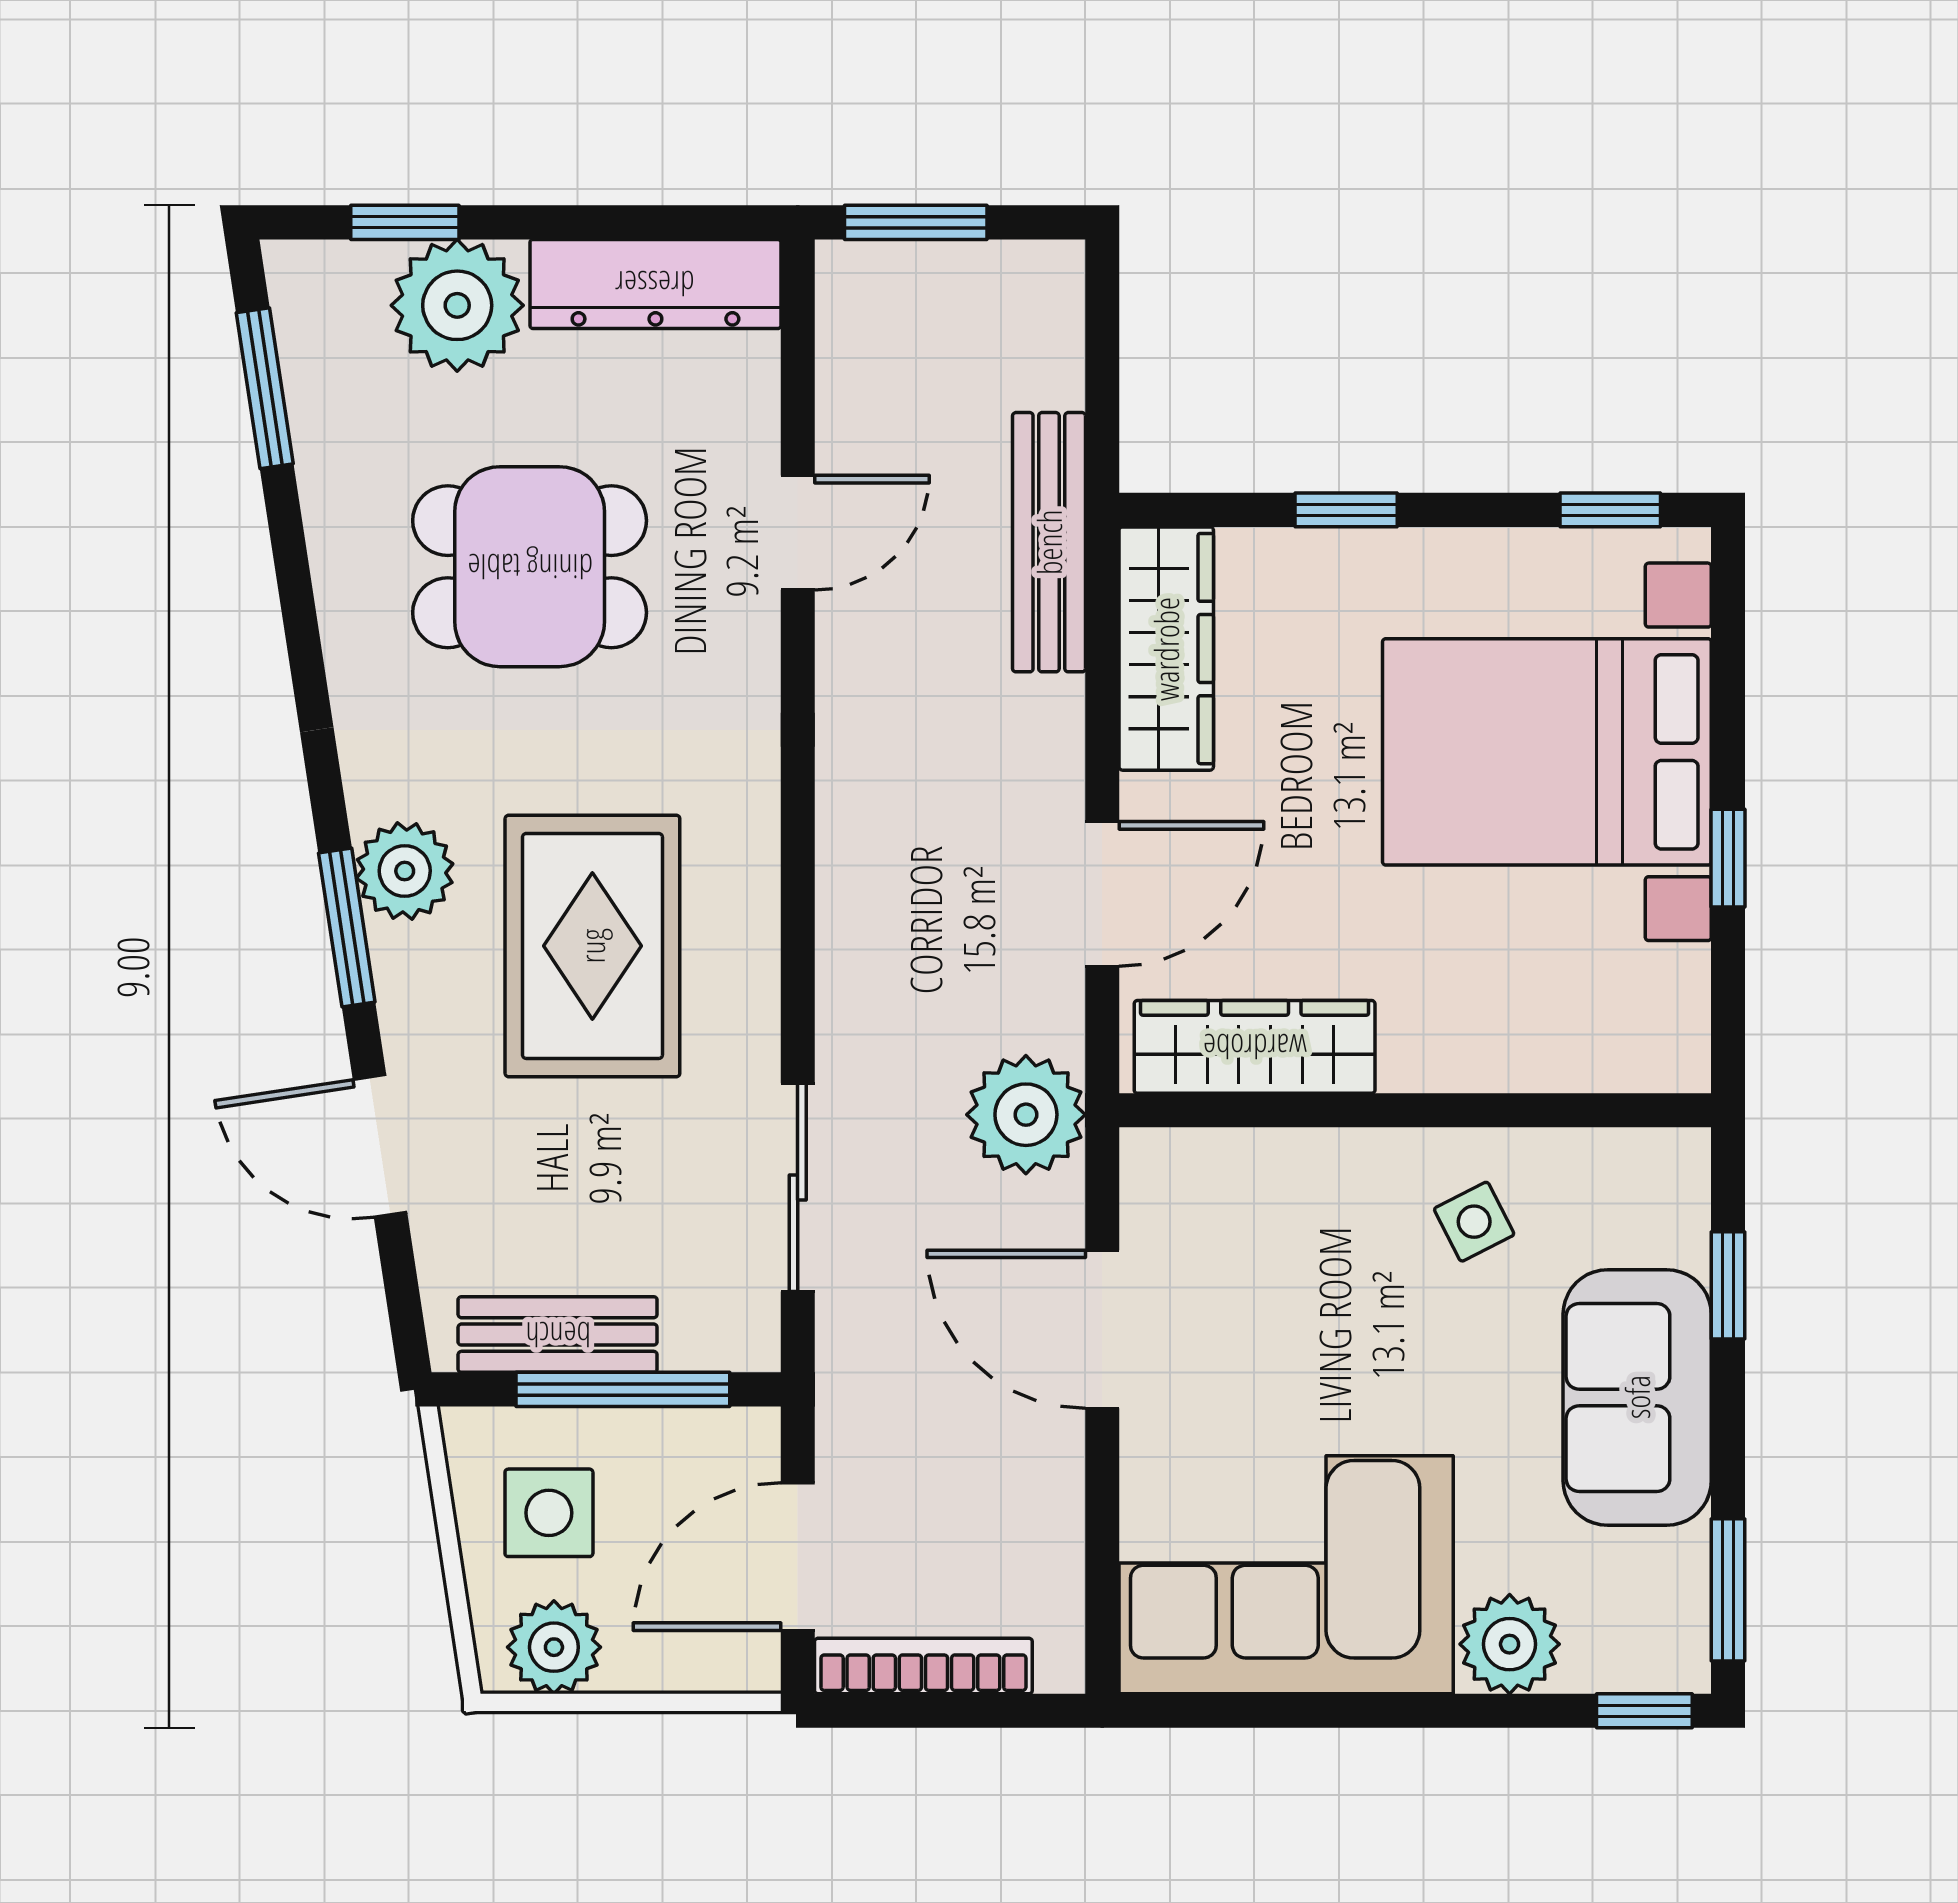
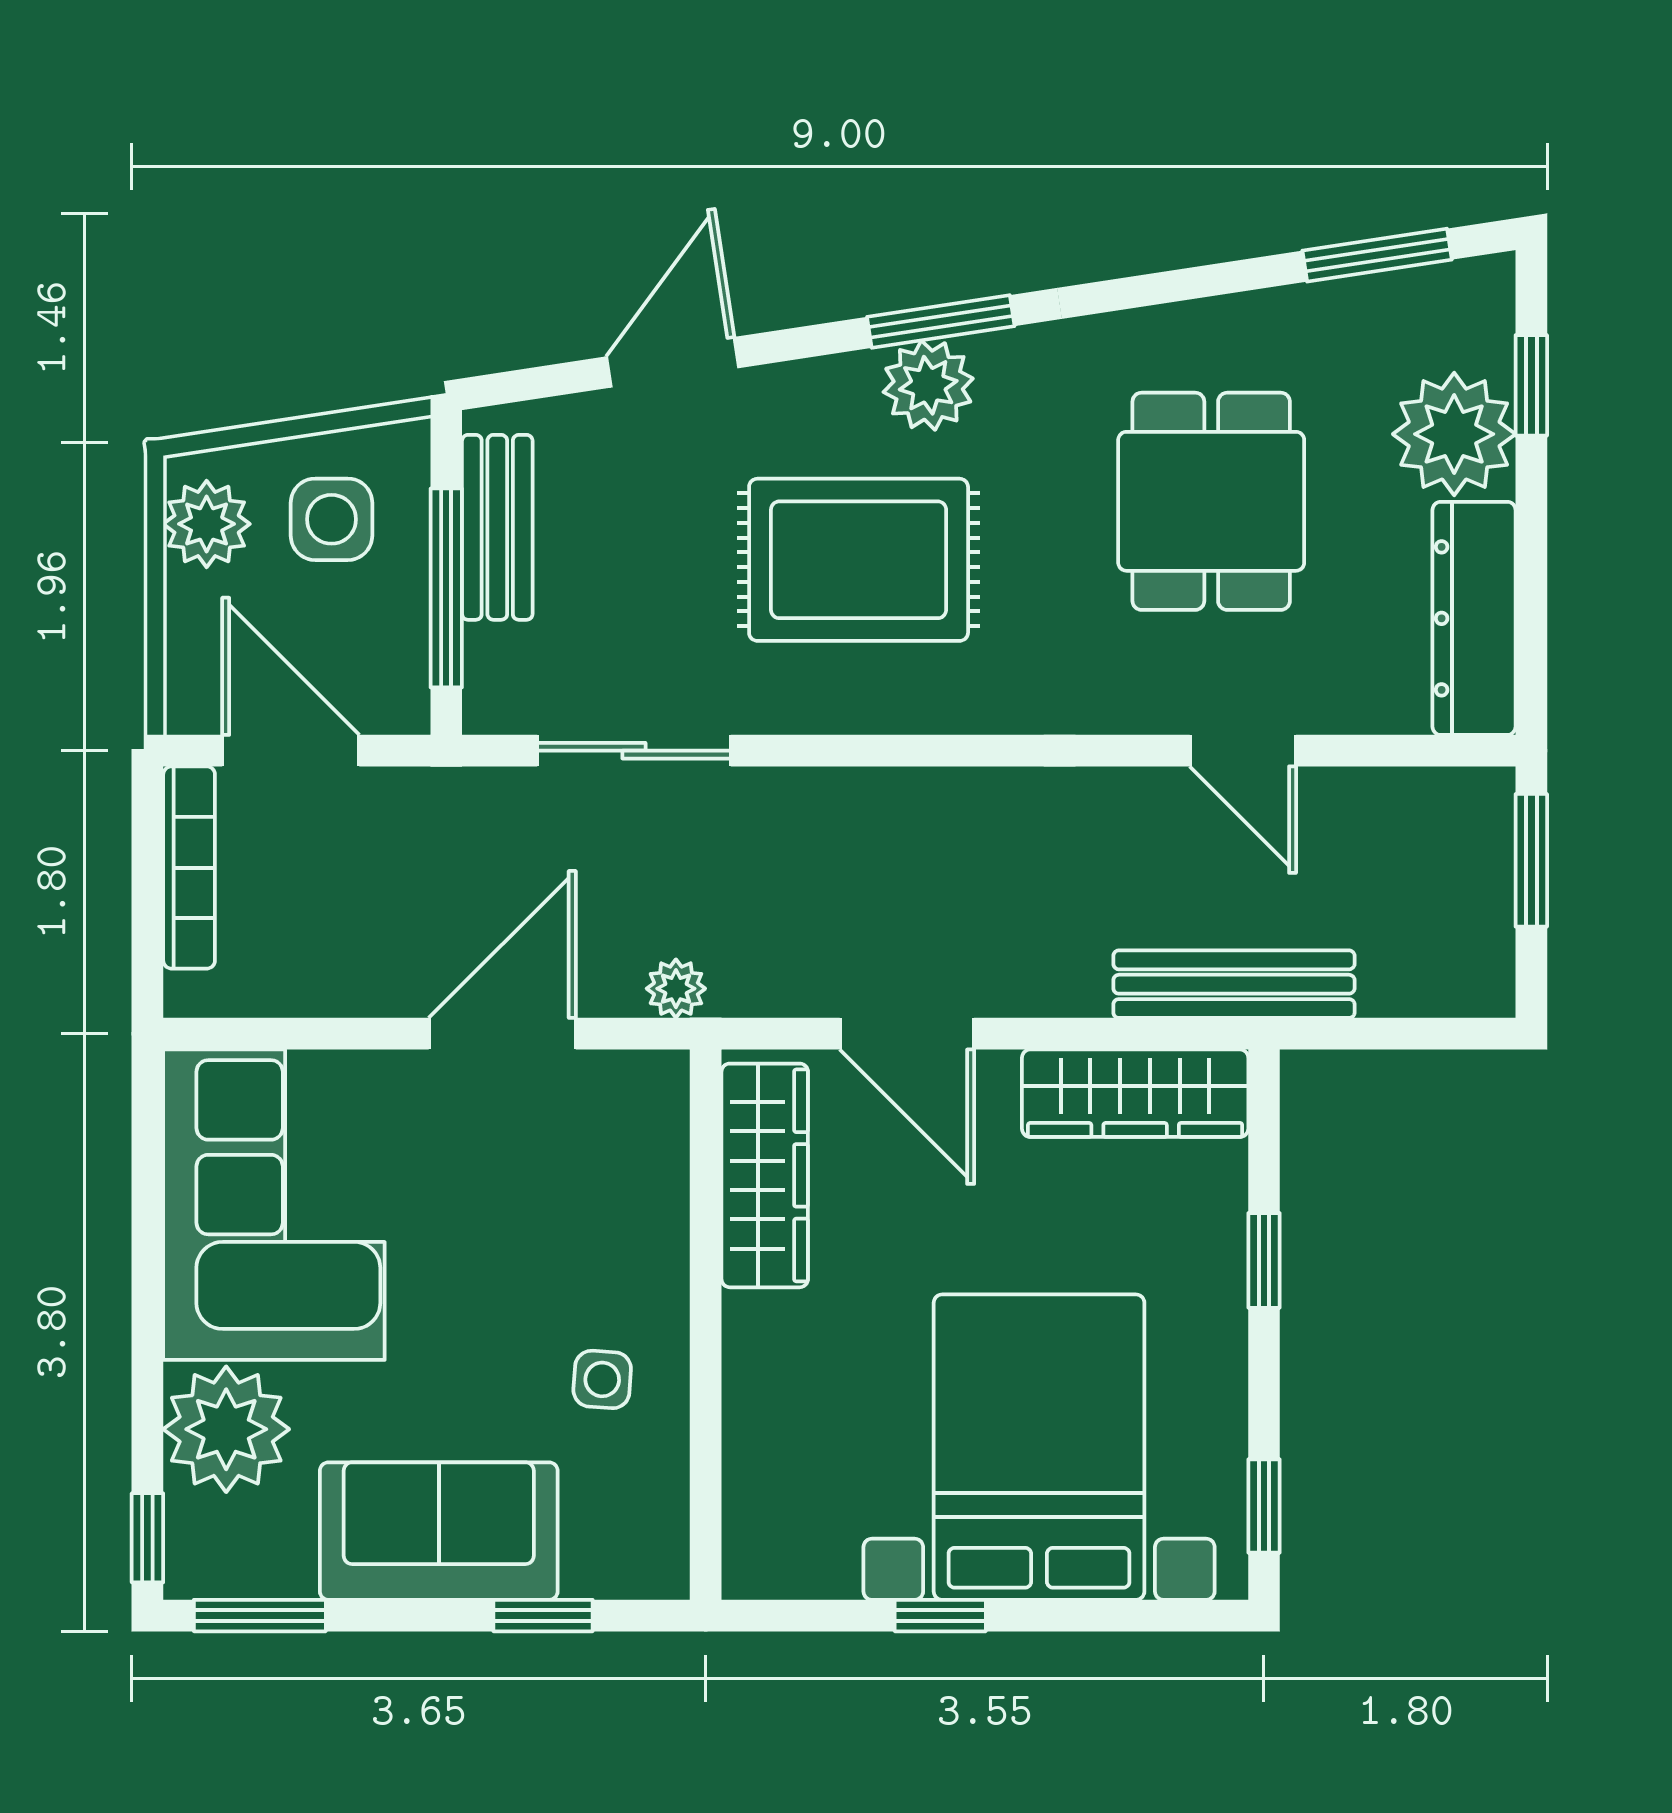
window: (347, 927) -> (941, 321), moved
plant: (1026, 1115) -> (676, 989), width x0.53, depth x0.53
side table: (1474, 1222) -> (602, 1379), turned 31
plant: (1510, 1644) -> (226, 1429), width x1.36, depth x1.36

